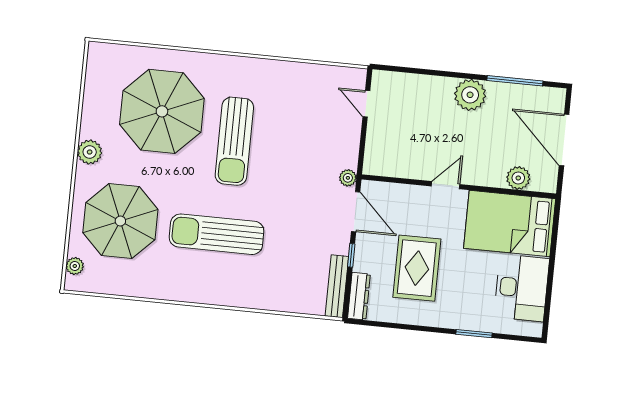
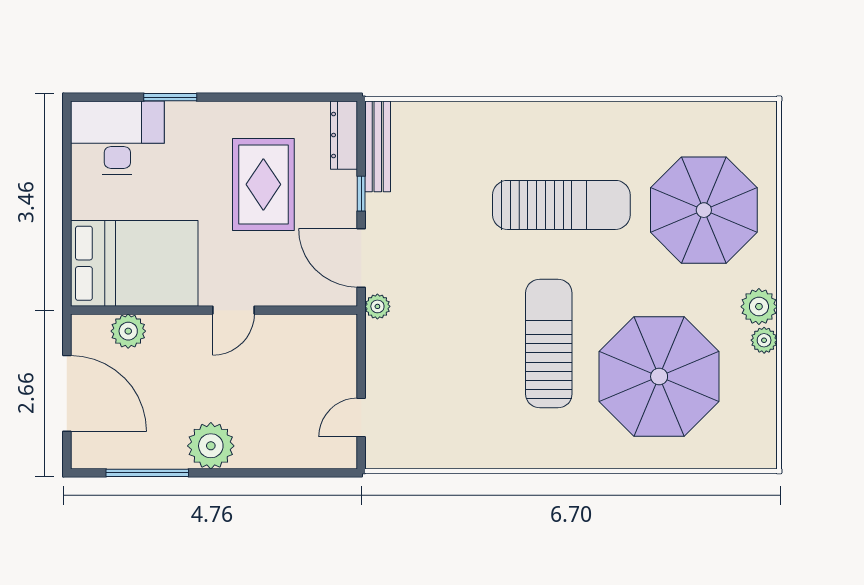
door: (366, 104) -> (361, 417), swing flipped
plant: (75, 266) -> (764, 340), moved
desk: (522, 288) -> (117, 138), moved, turned 90

